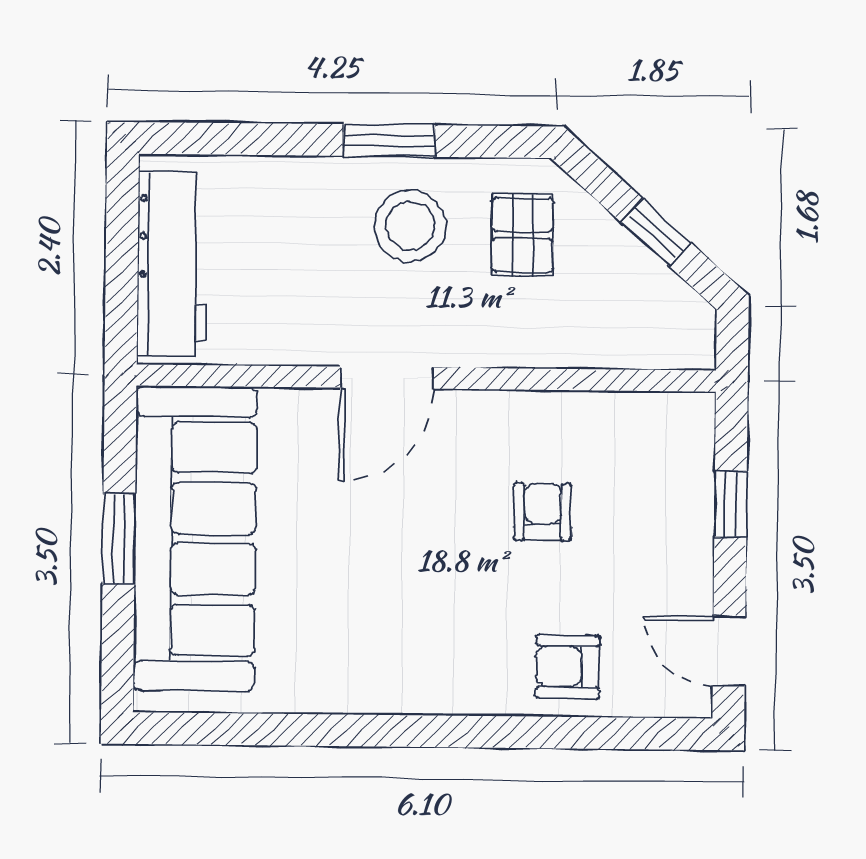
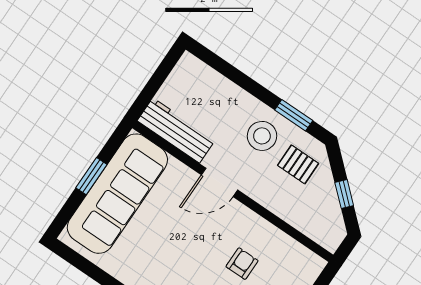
window: (389, 141) -> (294, 115), moved
pallet: (522, 235) -> (298, 164), turned 90
workbench: (172, 264) -> (176, 130), moved, turned -90

